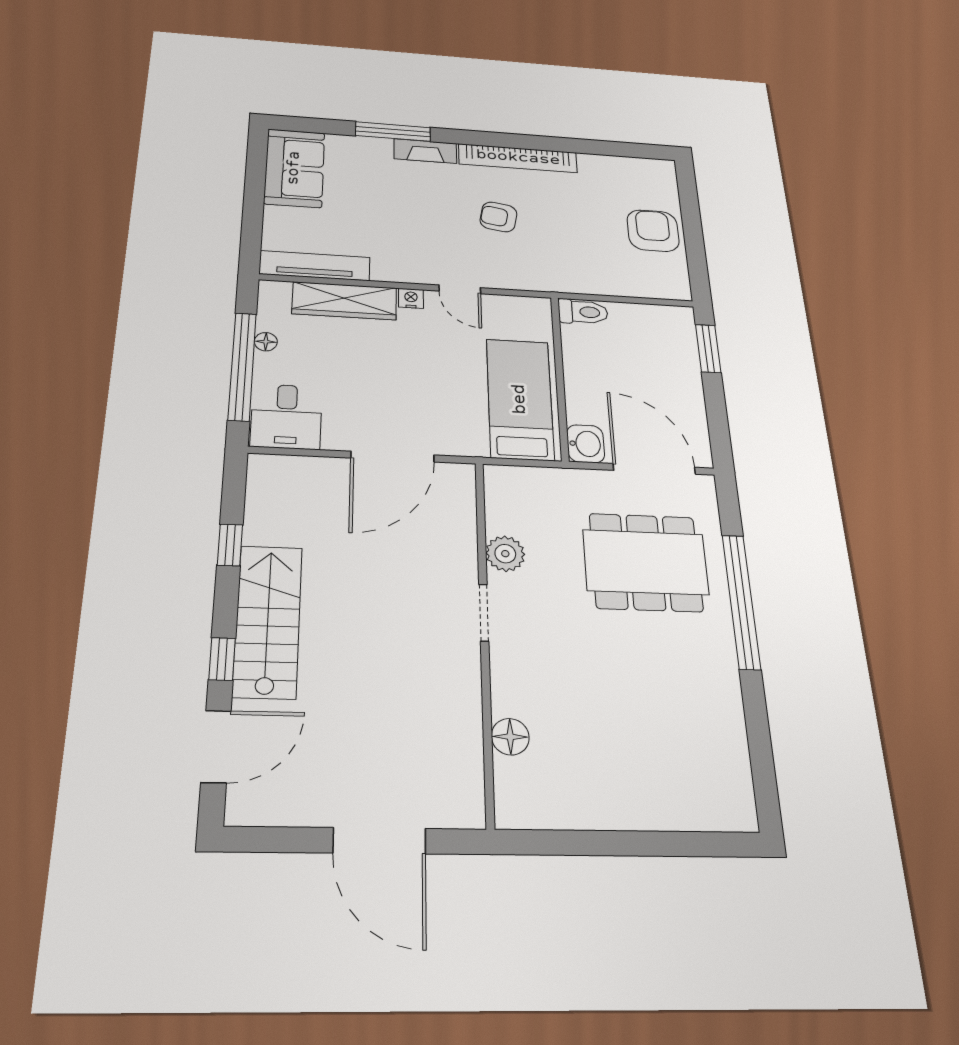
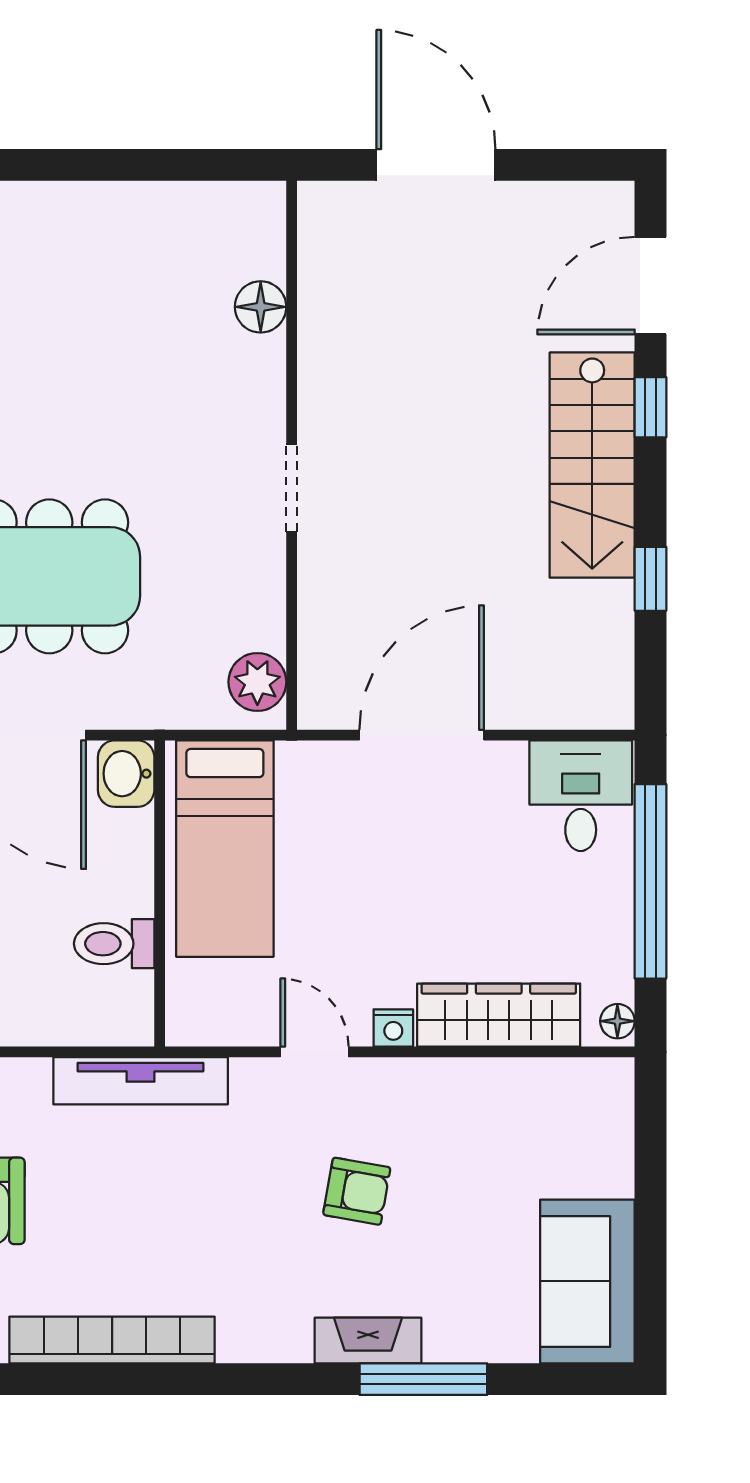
bookcase: (518, 158) -> (112, 1340), moved
armchair: (498, 217) -> (357, 1191), moved
tv unit: (315, 266) -> (141, 1081), moved
toilet: (583, 312) -> (114, 944), moved
floor lamp: (266, 342) -> (617, 1021), moved
plant: (505, 554) -> (257, 682), moved

